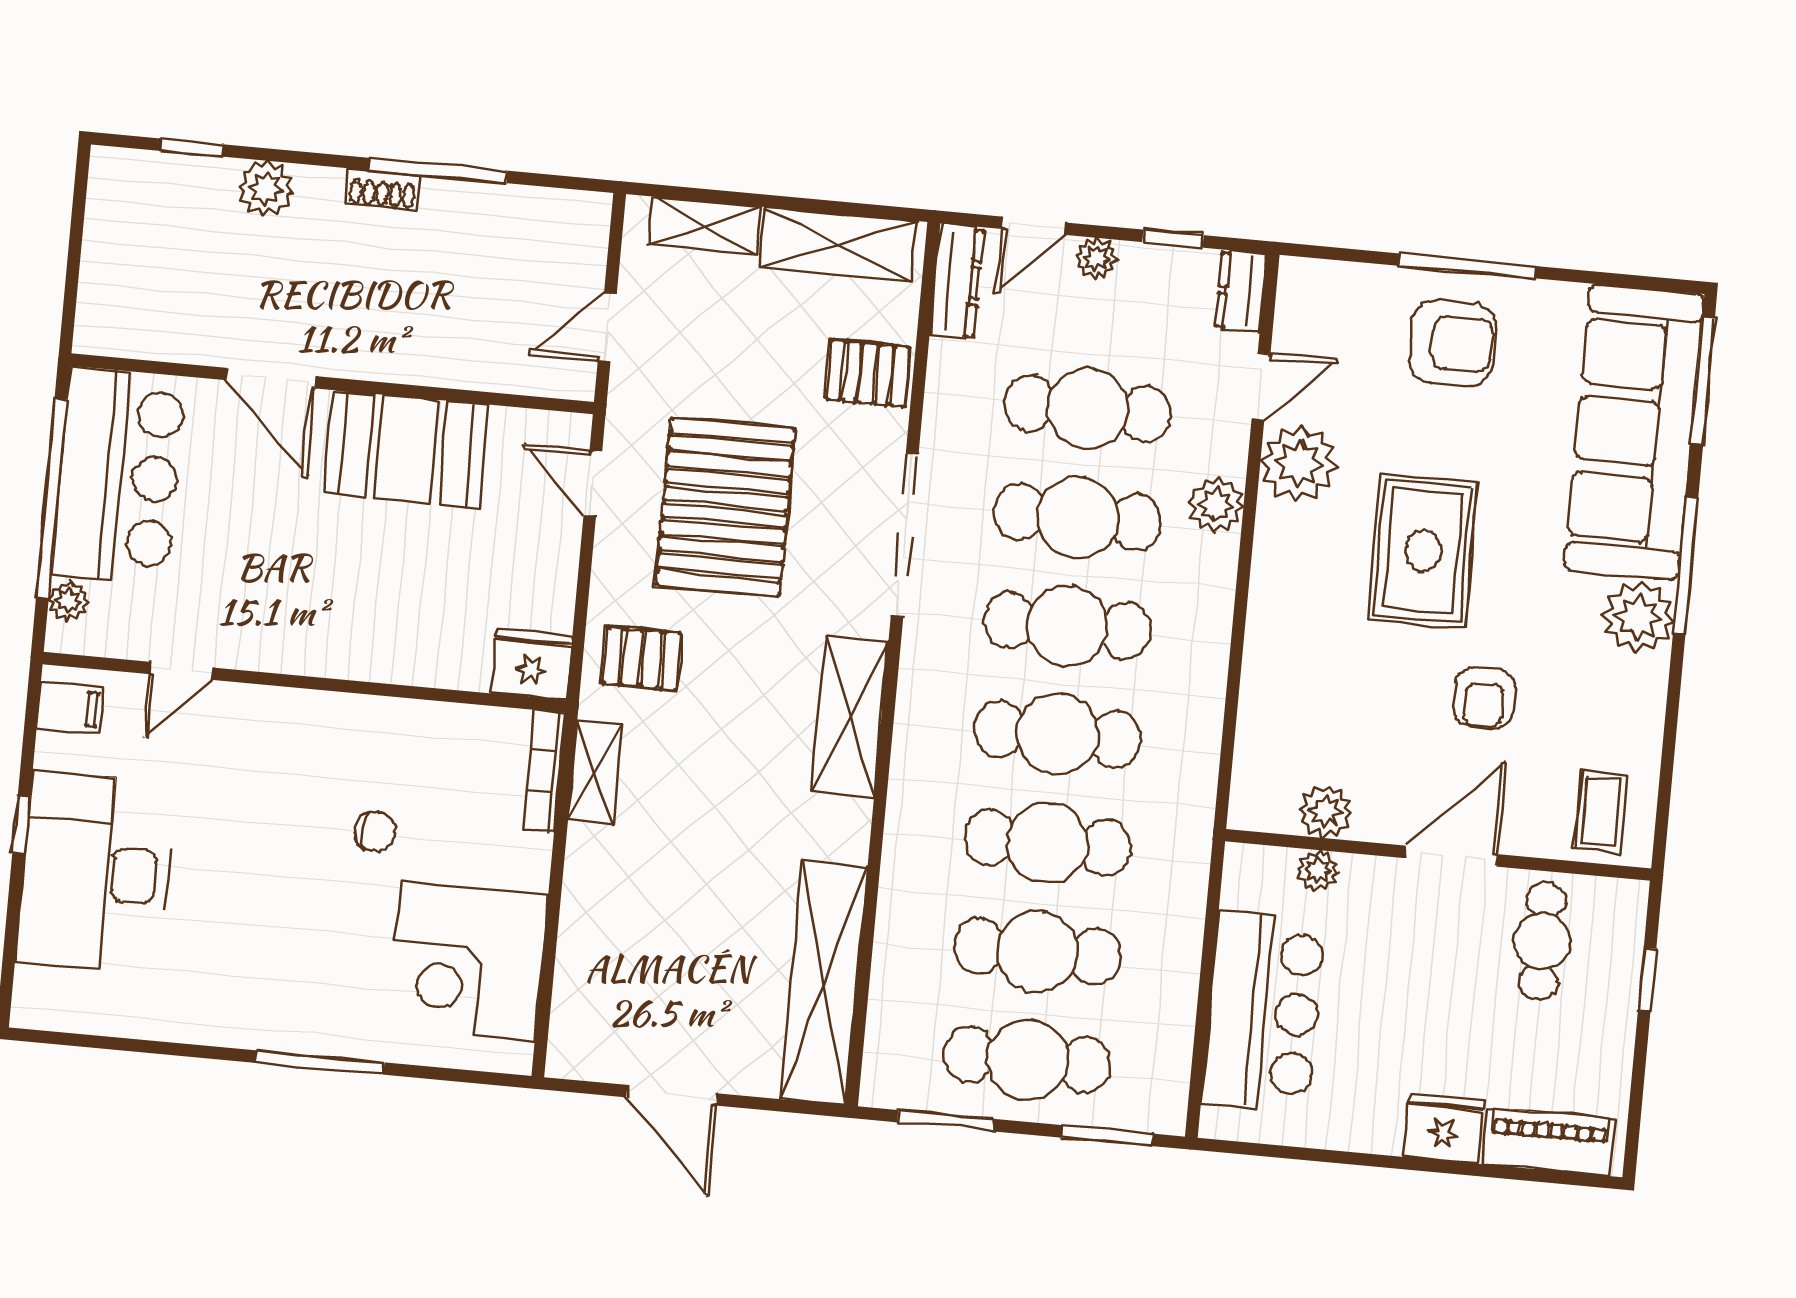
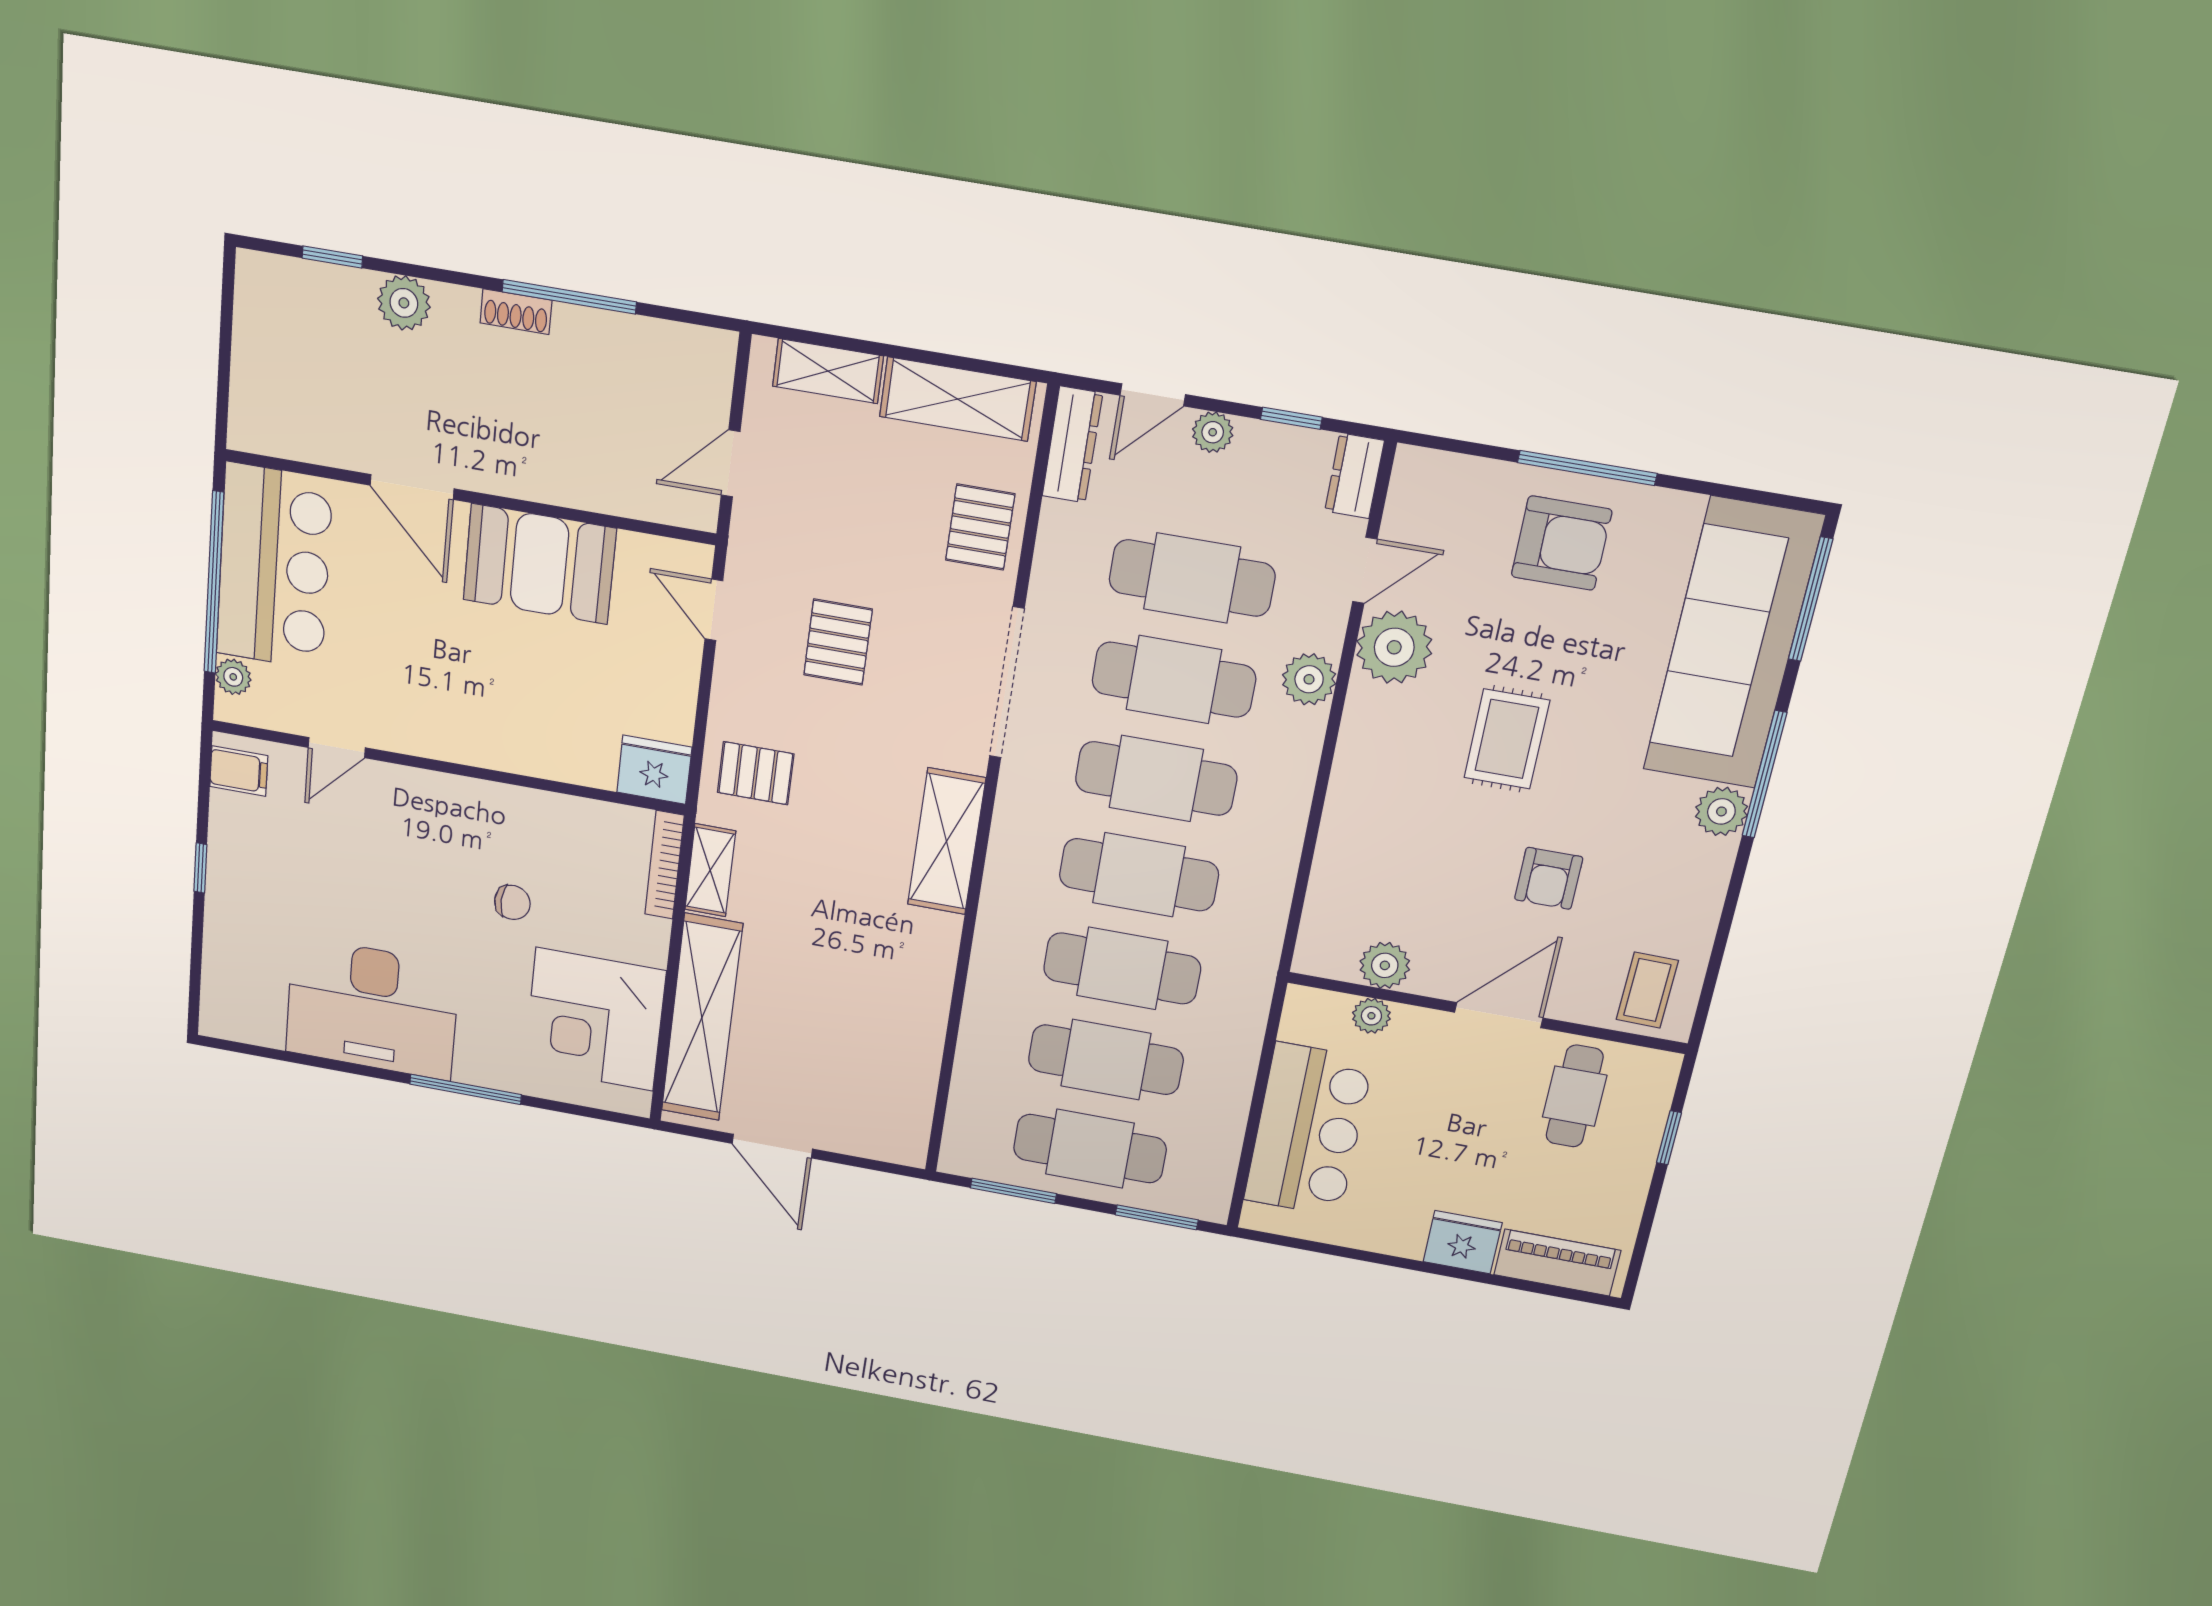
pallet: (868, 373) -> (980, 527), turned 90
pallet: (725, 507) -> (838, 642), width x0.49, depth x0.50
rug: (1423, 551) -> (1507, 739), width x0.73, depth x0.70
plant: (1638, 617) -> (1721, 811), width x0.73, depth x0.73
desk: (95, 872) -> (372, 1008), moved, turned -90
shelving: (824, 983) -> (702, 1018), moved

